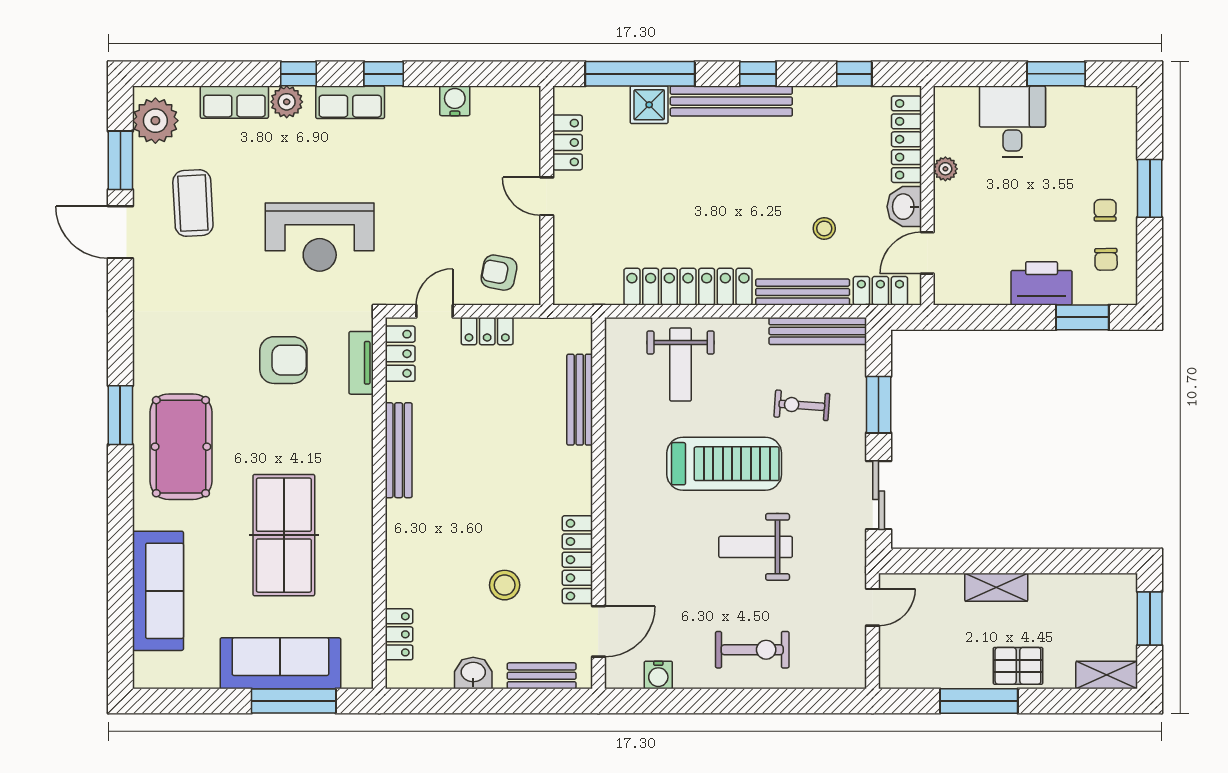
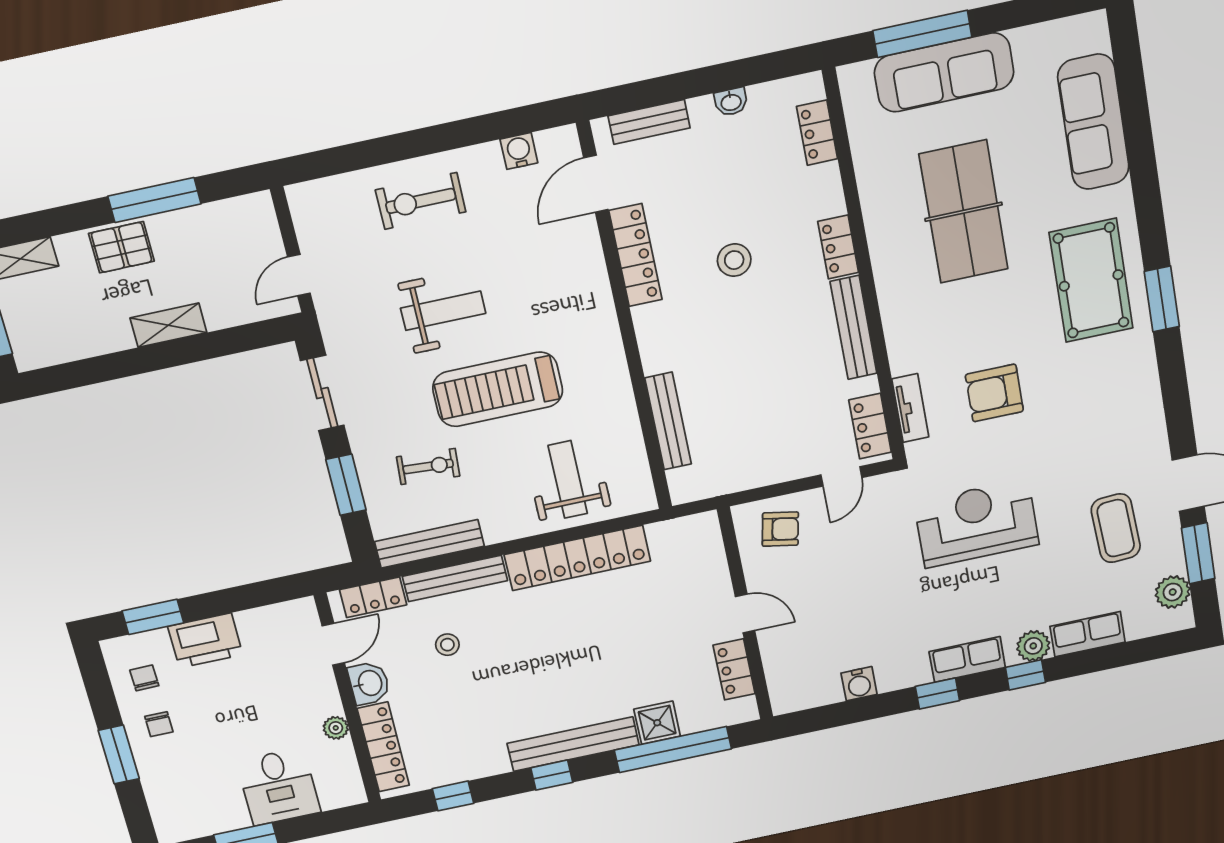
plant: (155, 121) -> (1173, 592), width x0.73, depth x0.73
locker: (487, 331) -> (838, 247), moved, turned -90
stool: (505, 585) -> (734, 260), moved
washbasin: (473, 673) -> (731, 102), width x0.72, depth x0.69

